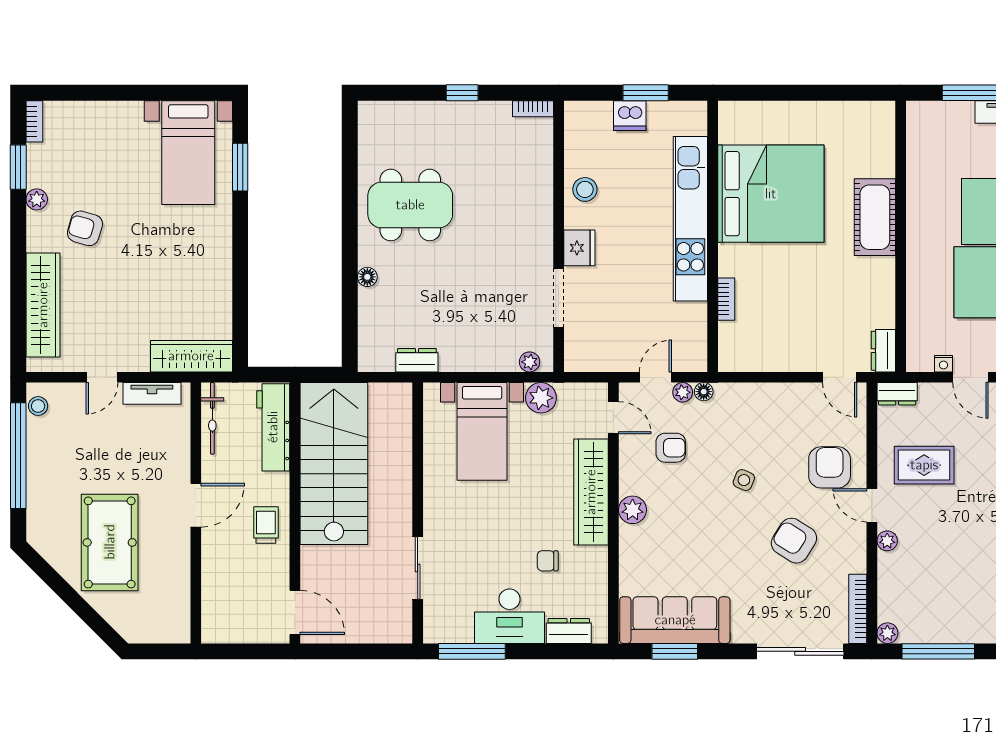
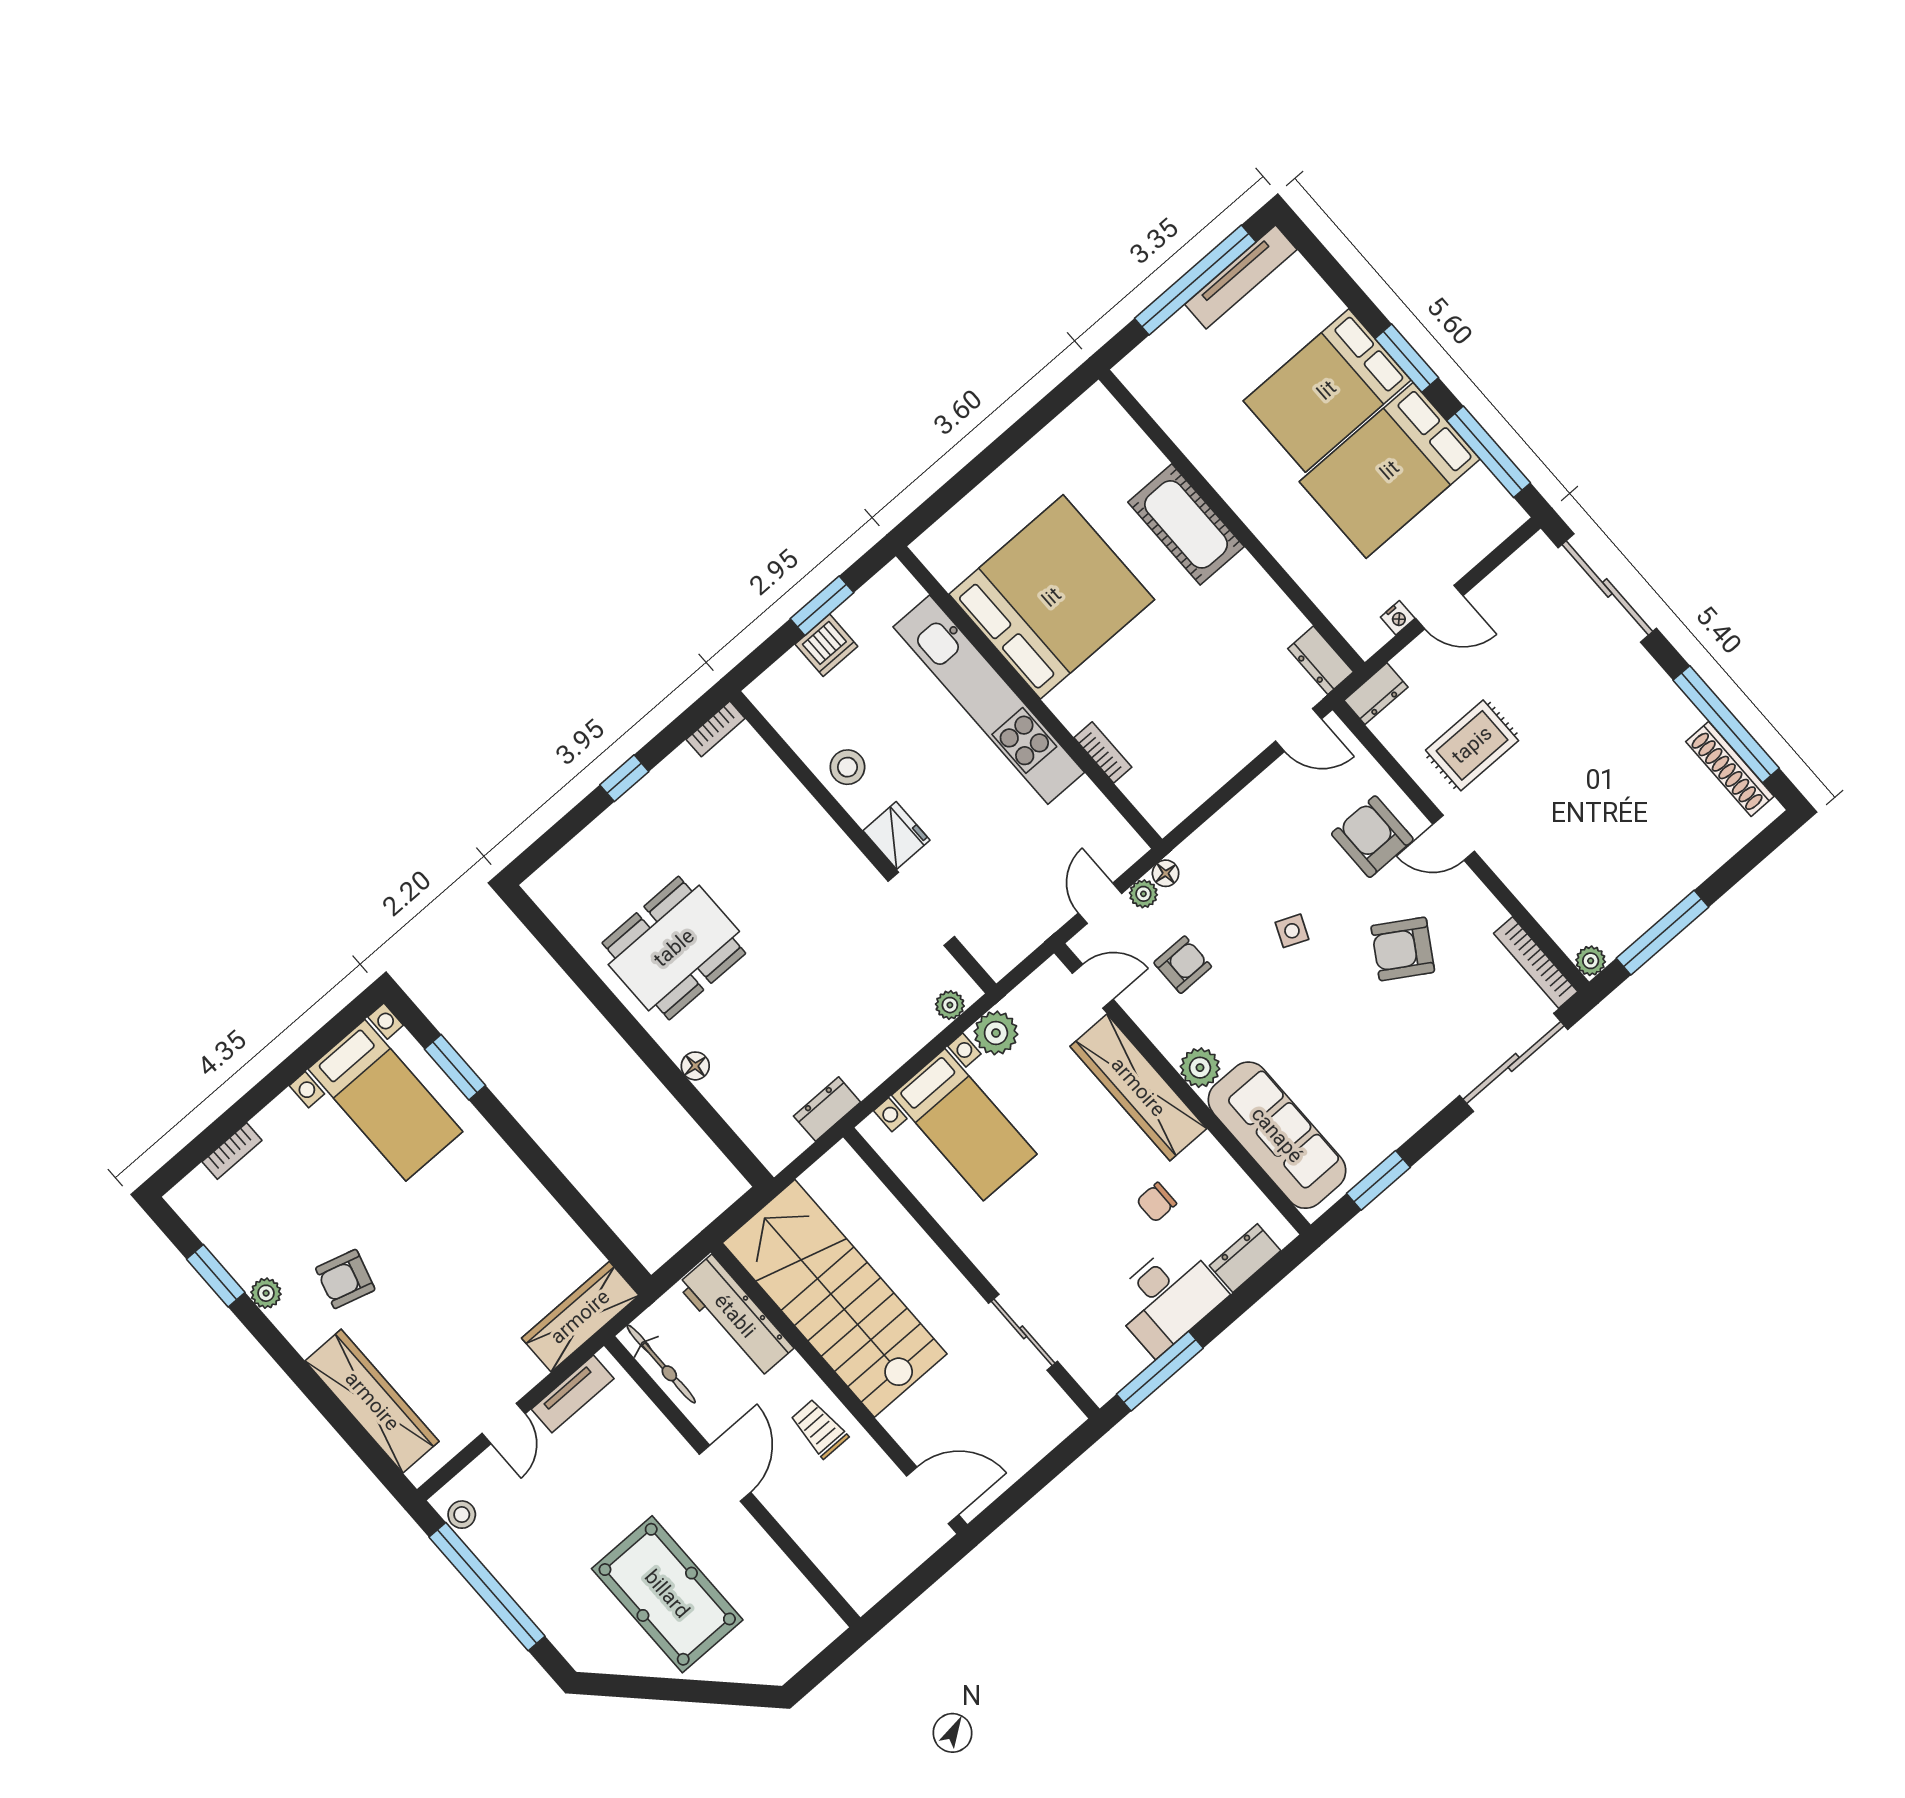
bookcase: (34, 121) -> (232, 1151), moved, turned 90
plant: (887, 541) -> (1504, 862), removed
sofa: (675, 620) -> (1277, 1135), moved, turned 90

